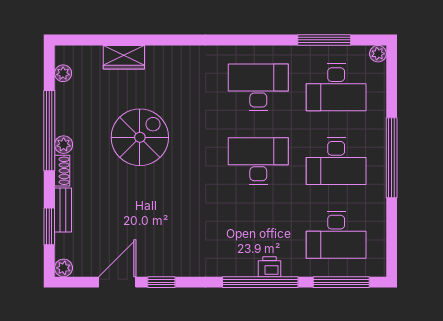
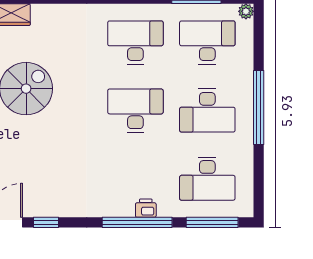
desk: (336, 87) -> (207, 42), turned 180

